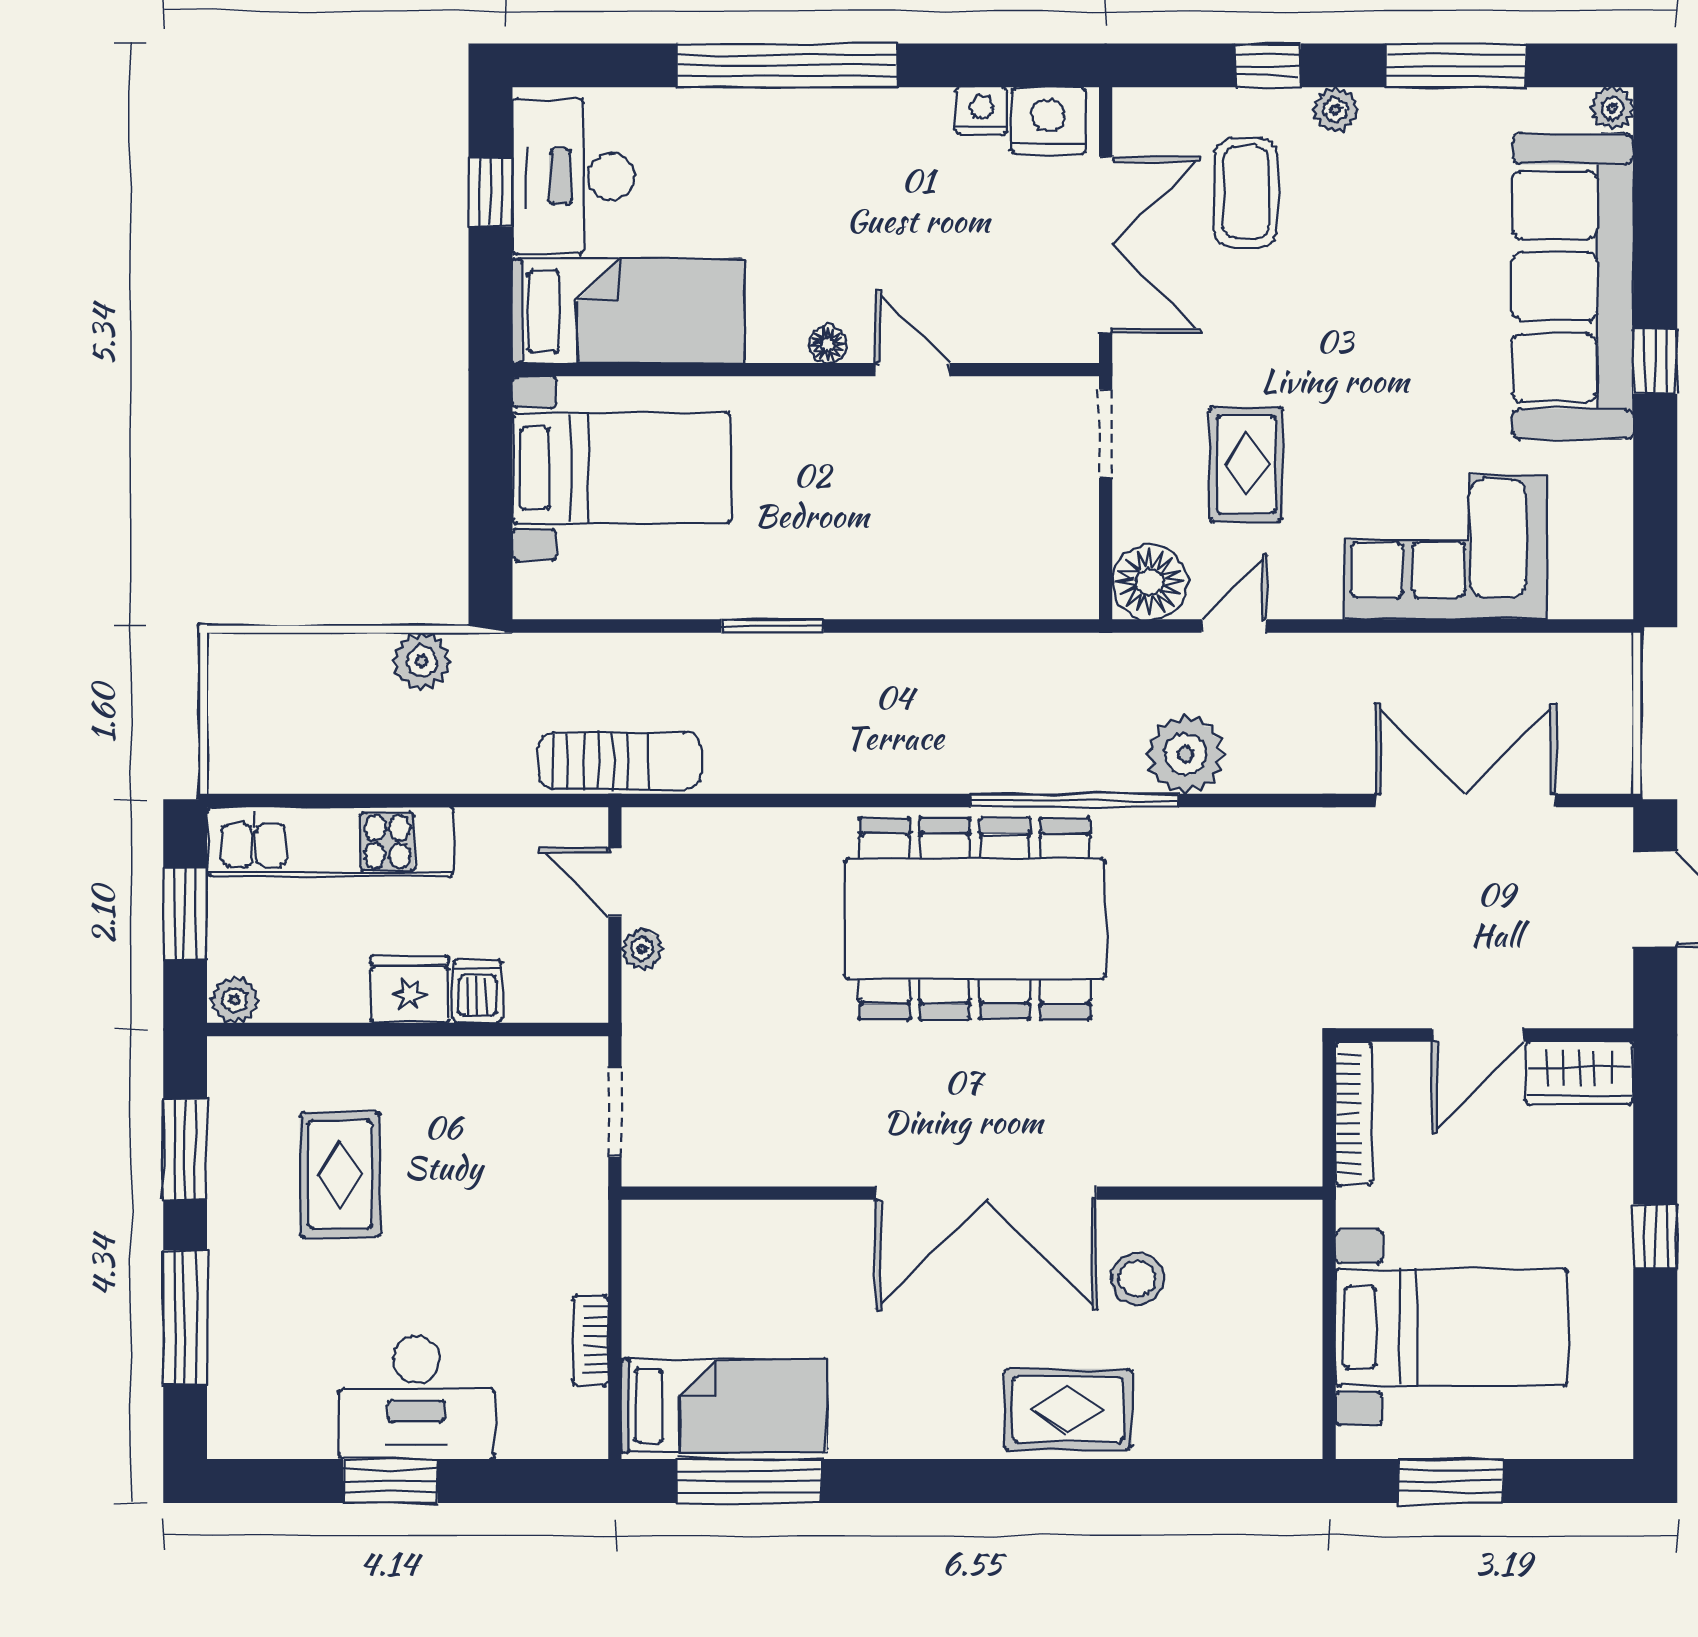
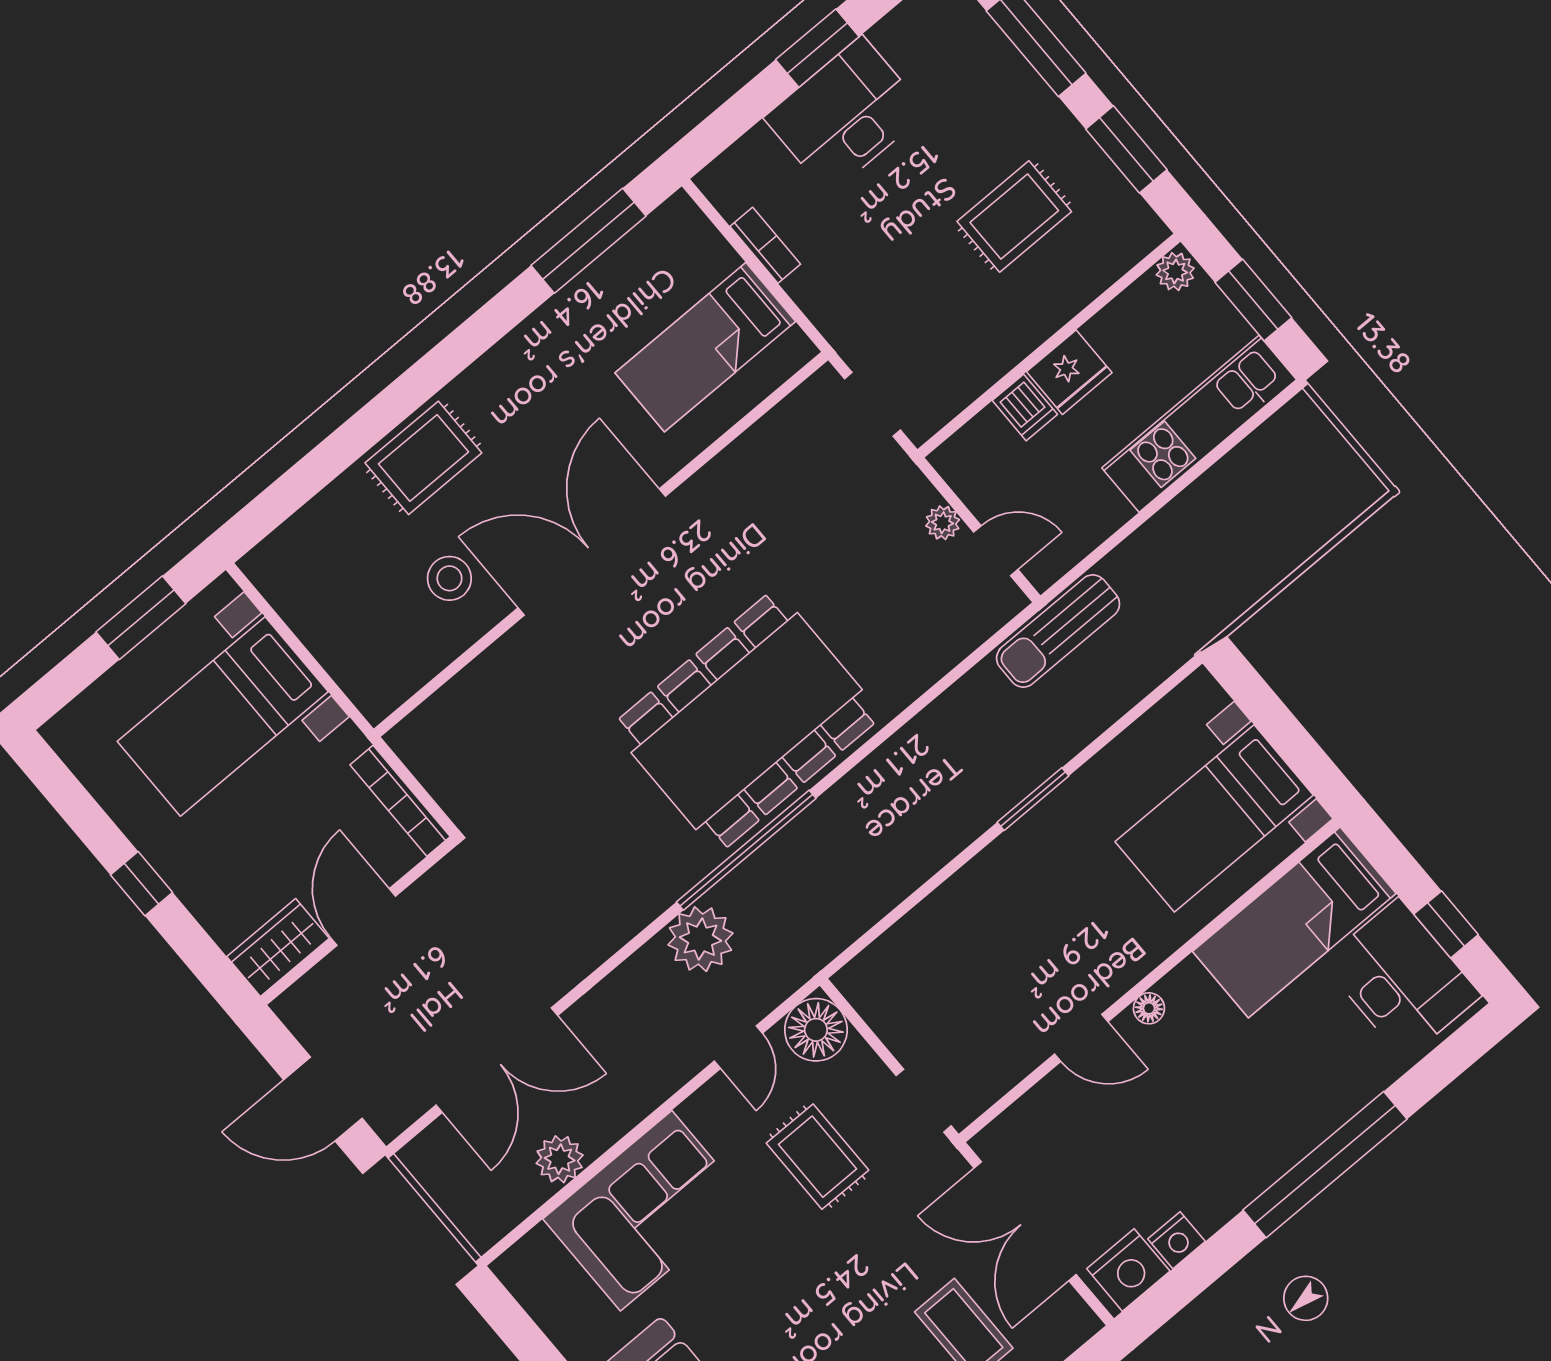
plant: (422, 661) -> (560, 1159), moved
rug: (340, 1175) -> (1014, 217), turned 90
bed: (724, 1406) -> (705, 347), moved

